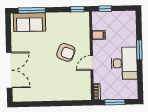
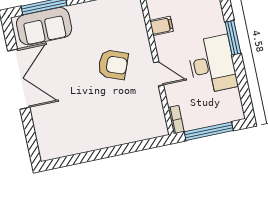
door: (92, 63) -> (159, 74), swing flipped
double door: (9, 70) -> (19, 79), moved
window: (115, 102) -> (209, 131), width x1.44

